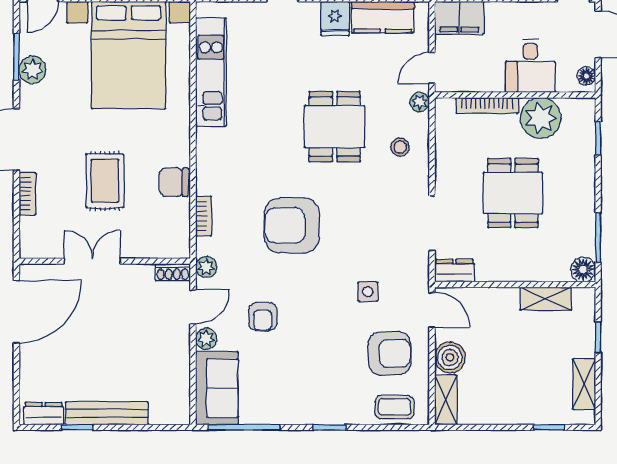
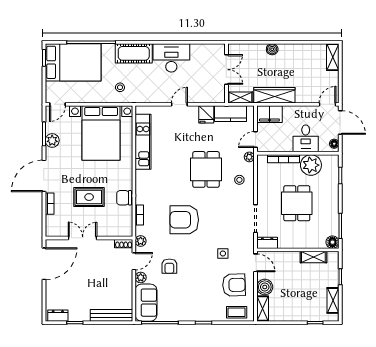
rug: (105, 181) -> (89, 197), turned 90
bench: (107, 413) -> (112, 315), moved

